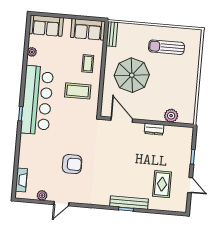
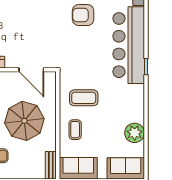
plant: (32, 52) -> (135, 133), width x1.88, depth x1.88
bar counter: (37, 100) -> (129, 45), moved

